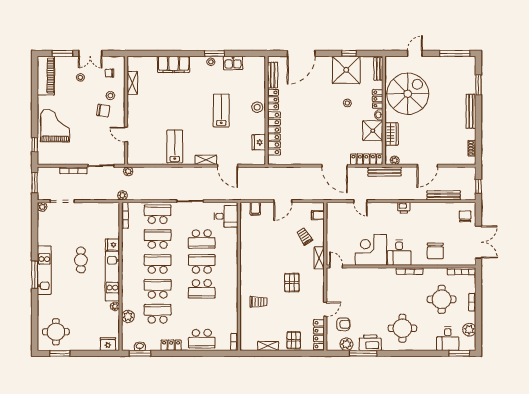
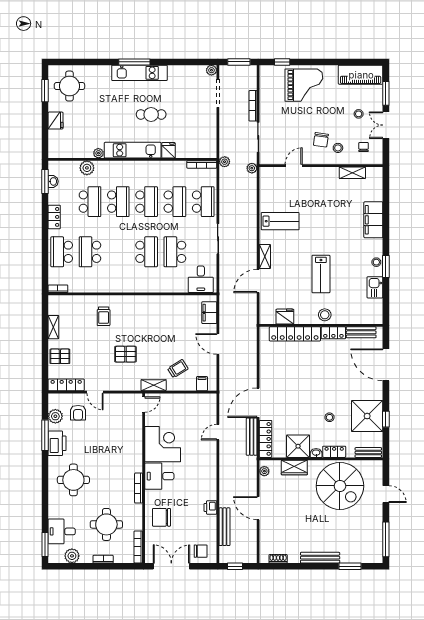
lab bench: (221, 111) -> (321, 274), turned 90
bench: (384, 171) -> (252, 437), moved
printer: (404, 208) -> (210, 507), moved
filing cabinet: (255, 209) -> (209, 313), width x2.00
double door: (478, 242) -> (171, 566), swing flipped
school desk: (202, 289) -> (90, 252), moved
fridge: (108, 344) -> (55, 121), moved

